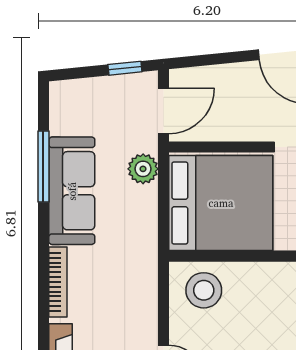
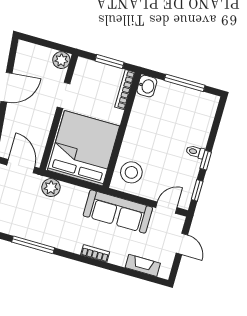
sofa: (72, 191) -> (118, 212), moved, turned 180
bookcase: (58, 282) -> (95, 253), width x0.64

